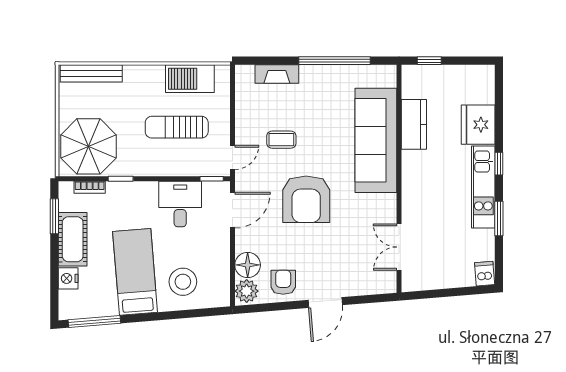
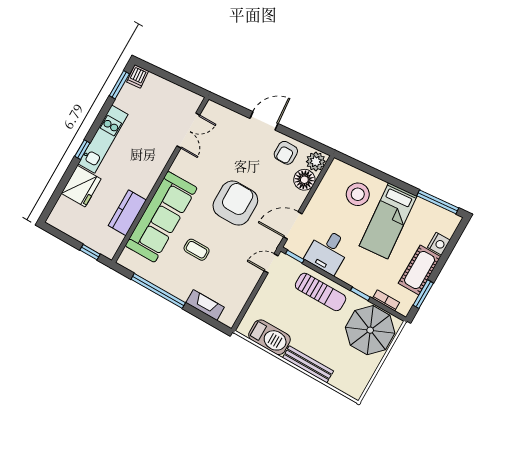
bench: (91, 73) -> (308, 364), moved
sun lounger: (177, 127) -> (321, 292), moved
coffee table: (281, 140) -> (197, 250), moved
window: (499, 218) -> (119, 85), moved

